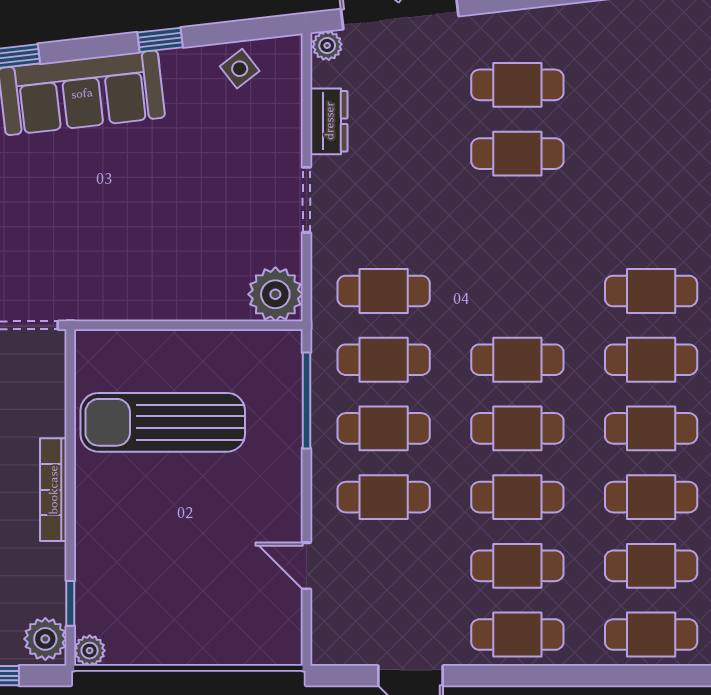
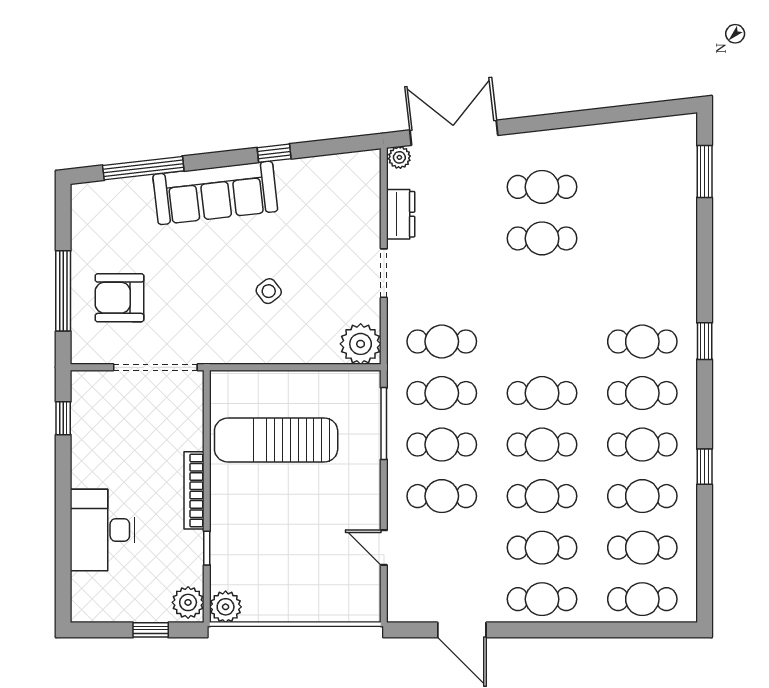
side table: (240, 69) -> (269, 291), moved
window: (70, 603) -> (207, 548), moved
plant: (90, 651) -> (226, 607), width x1.38, depth x1.38

